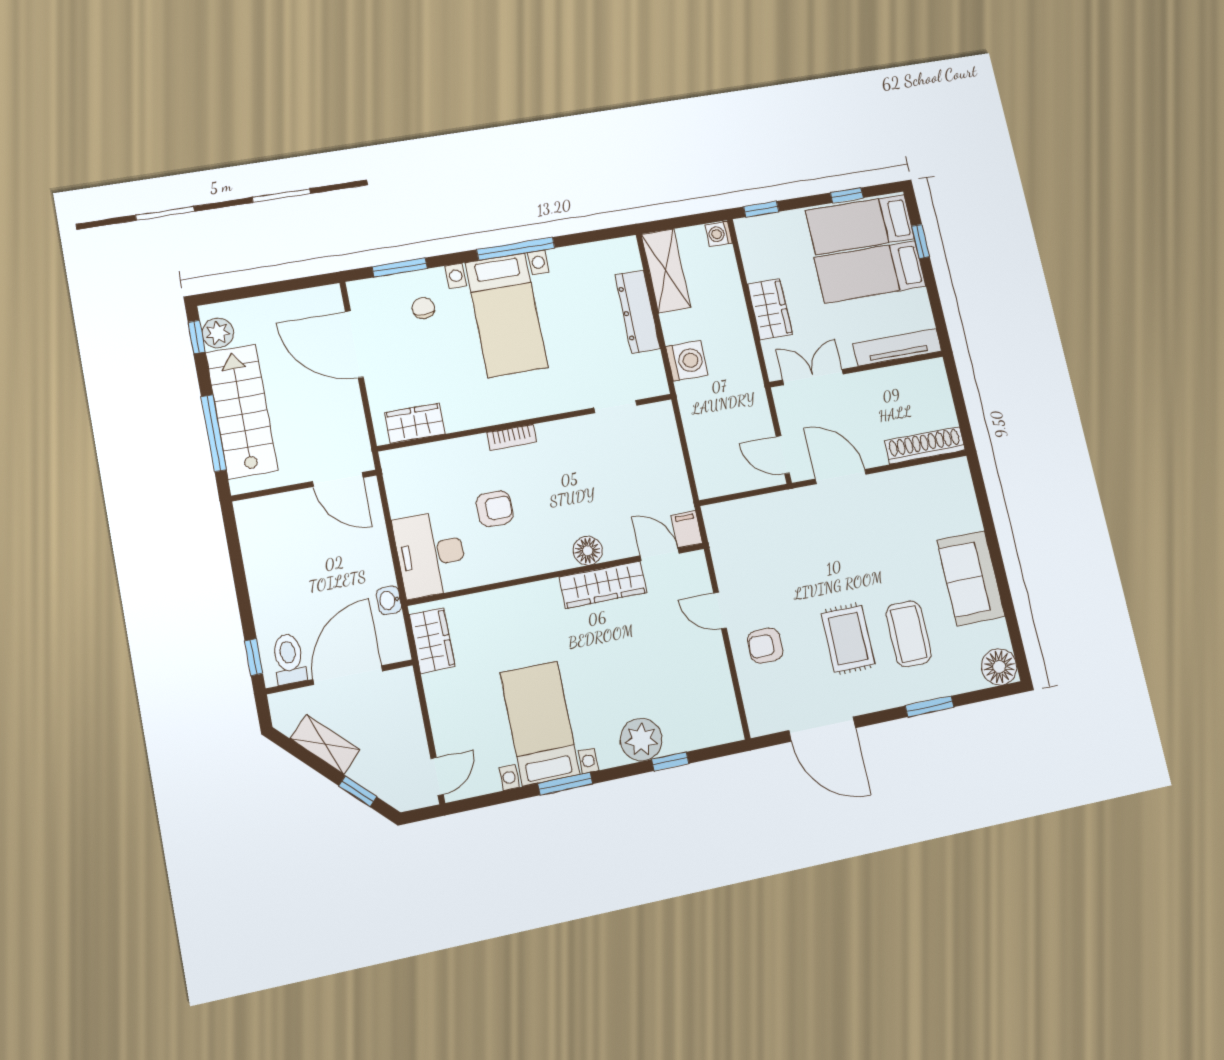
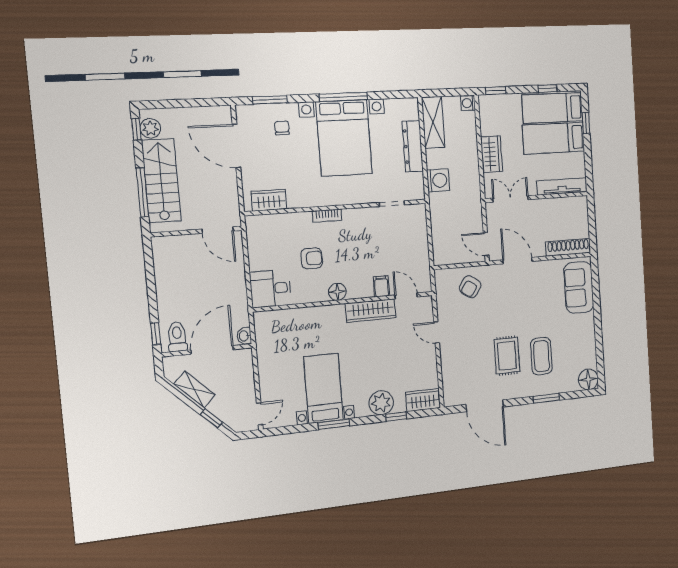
bed with nightstands: (506, 315) -> (344, 138), width x1.36
filing cabinet: (687, 529) -> (381, 286), moved
floor lamp: (588, 551) -> (337, 292), moved
desk: (431, 554) -> (270, 289), width x0.73
sofa: (971, 578) -> (579, 287), moved
washbasin: (389, 600) -> (244, 336), moved
wardrobe: (432, 640) -> (423, 400), moved, turned -90
armchair: (765, 646) -> (470, 287), moved, turned -56

